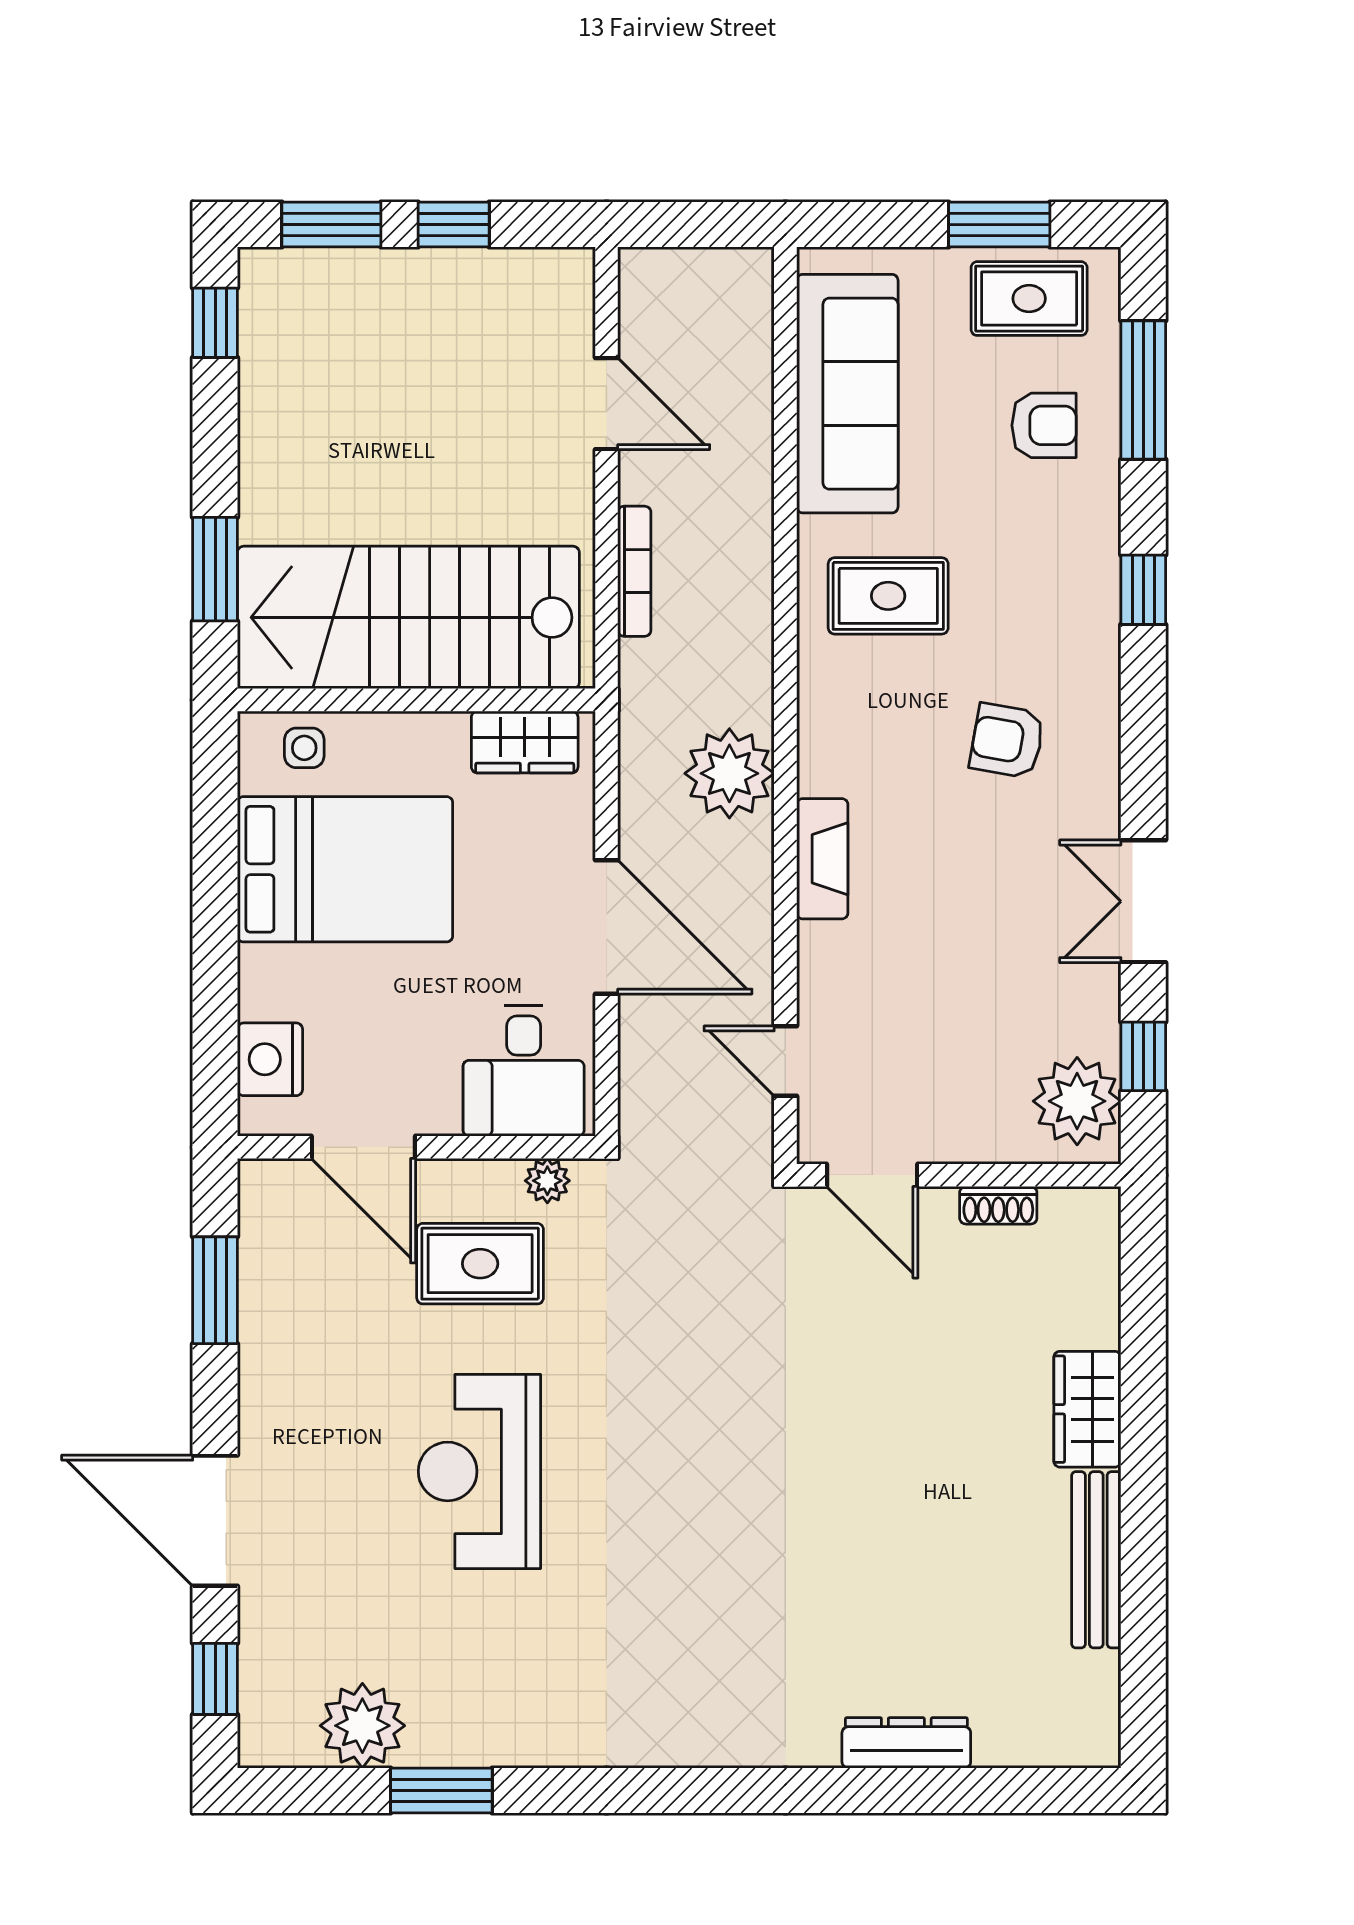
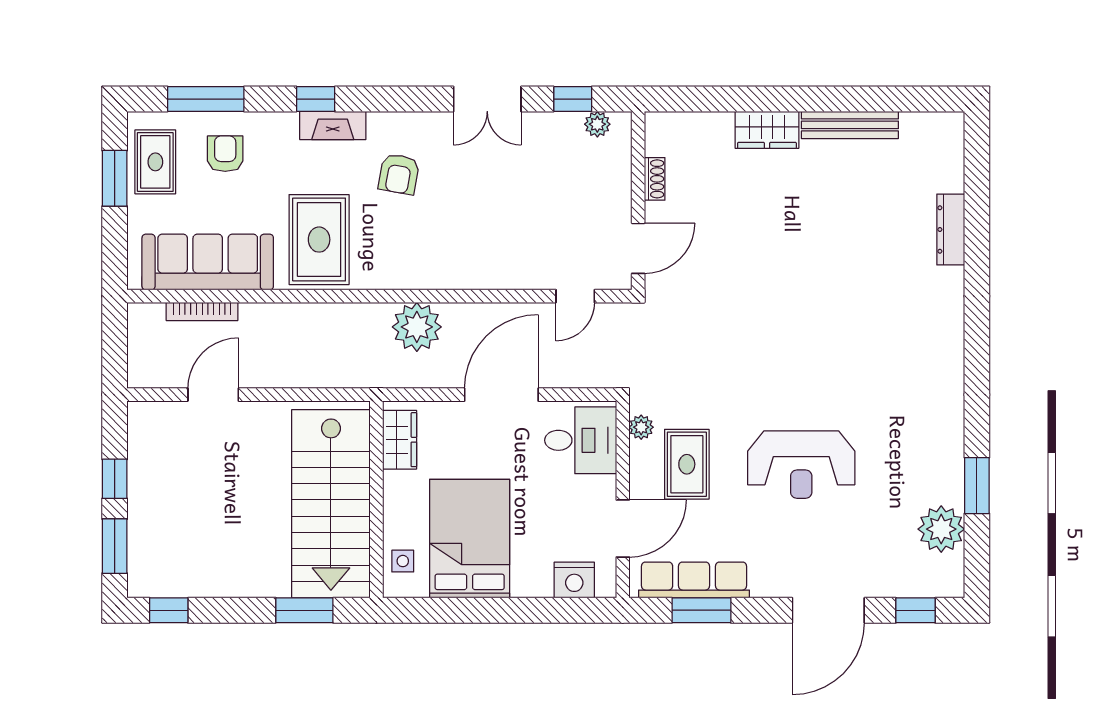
bookcase: (634, 571) -> (202, 311), moved, turned 180
rug: (888, 596) -> (319, 240), width x1.36, depth x1.43
fireplace: (822, 859) -> (333, 125), moved, turned 180
plant: (1077, 1101) -> (597, 124), width x0.53, depth x0.53
row of seats: (270, 1277) -> (694, 580), added

